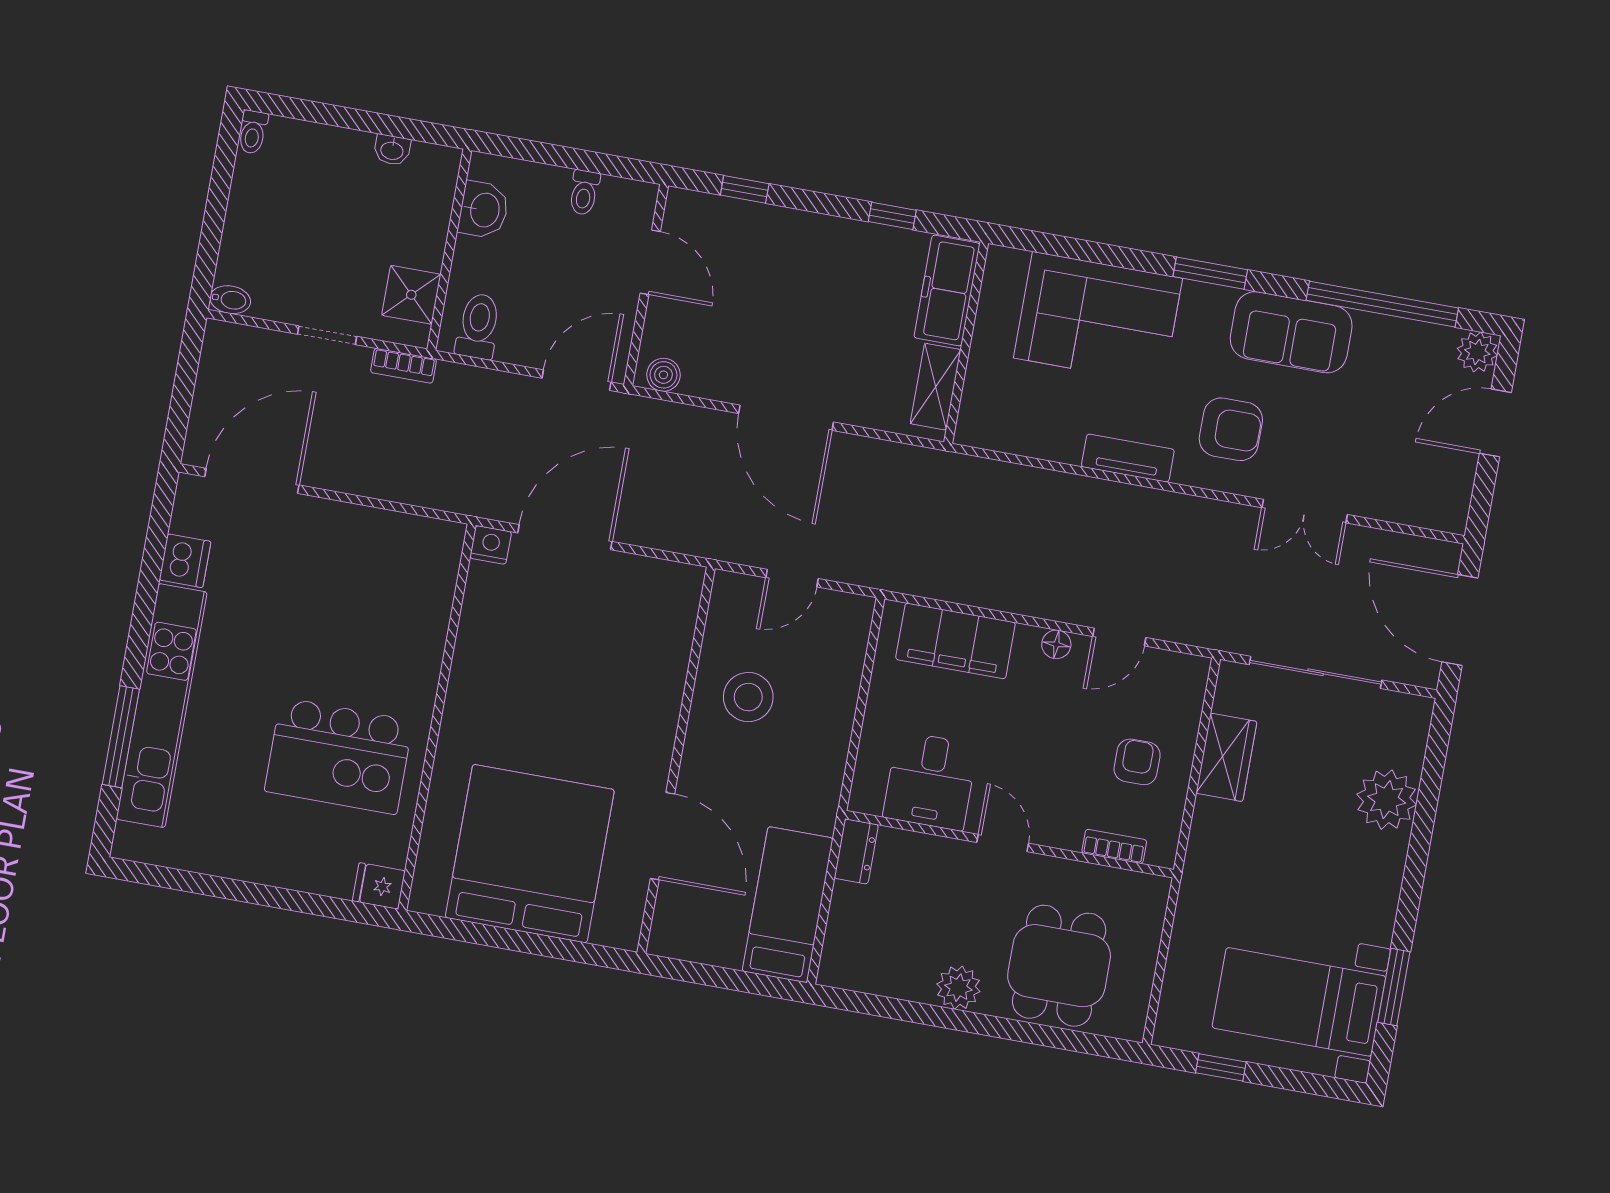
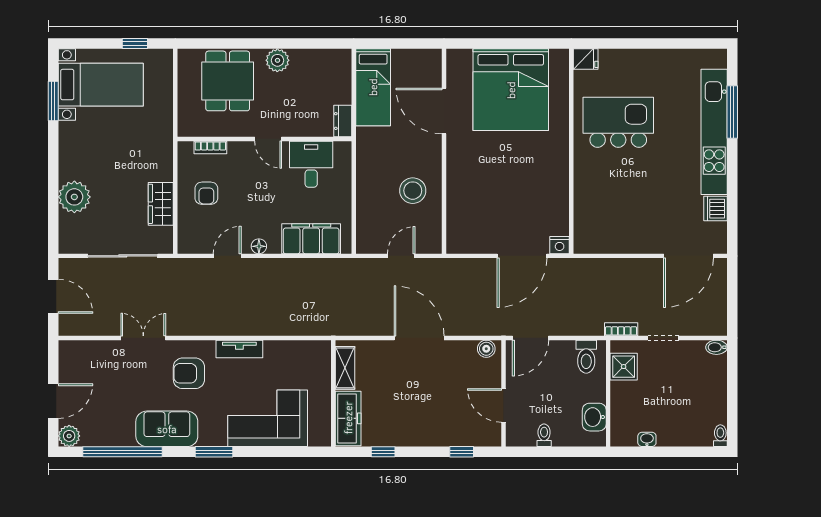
door: (1460, 620) -> (53, 296), width x0.73

